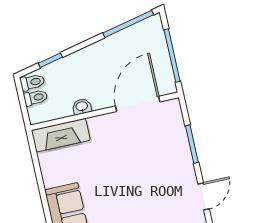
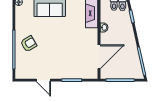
door: (138, 104) -> (99, 57), hinge flipped

